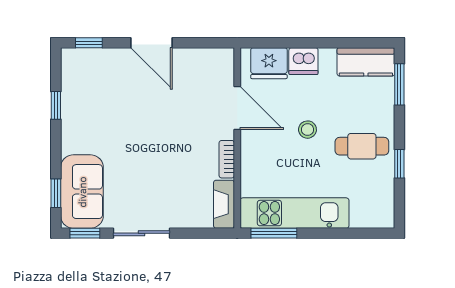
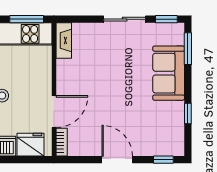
door: (237, 108) -> (54, 112), swing flipped
bookcase: (227, 159) -> (62, 142), moved
sofa: (82, 192) -> (169, 73), moved
window: (56, 193) -> (188, 49), width x1.50

